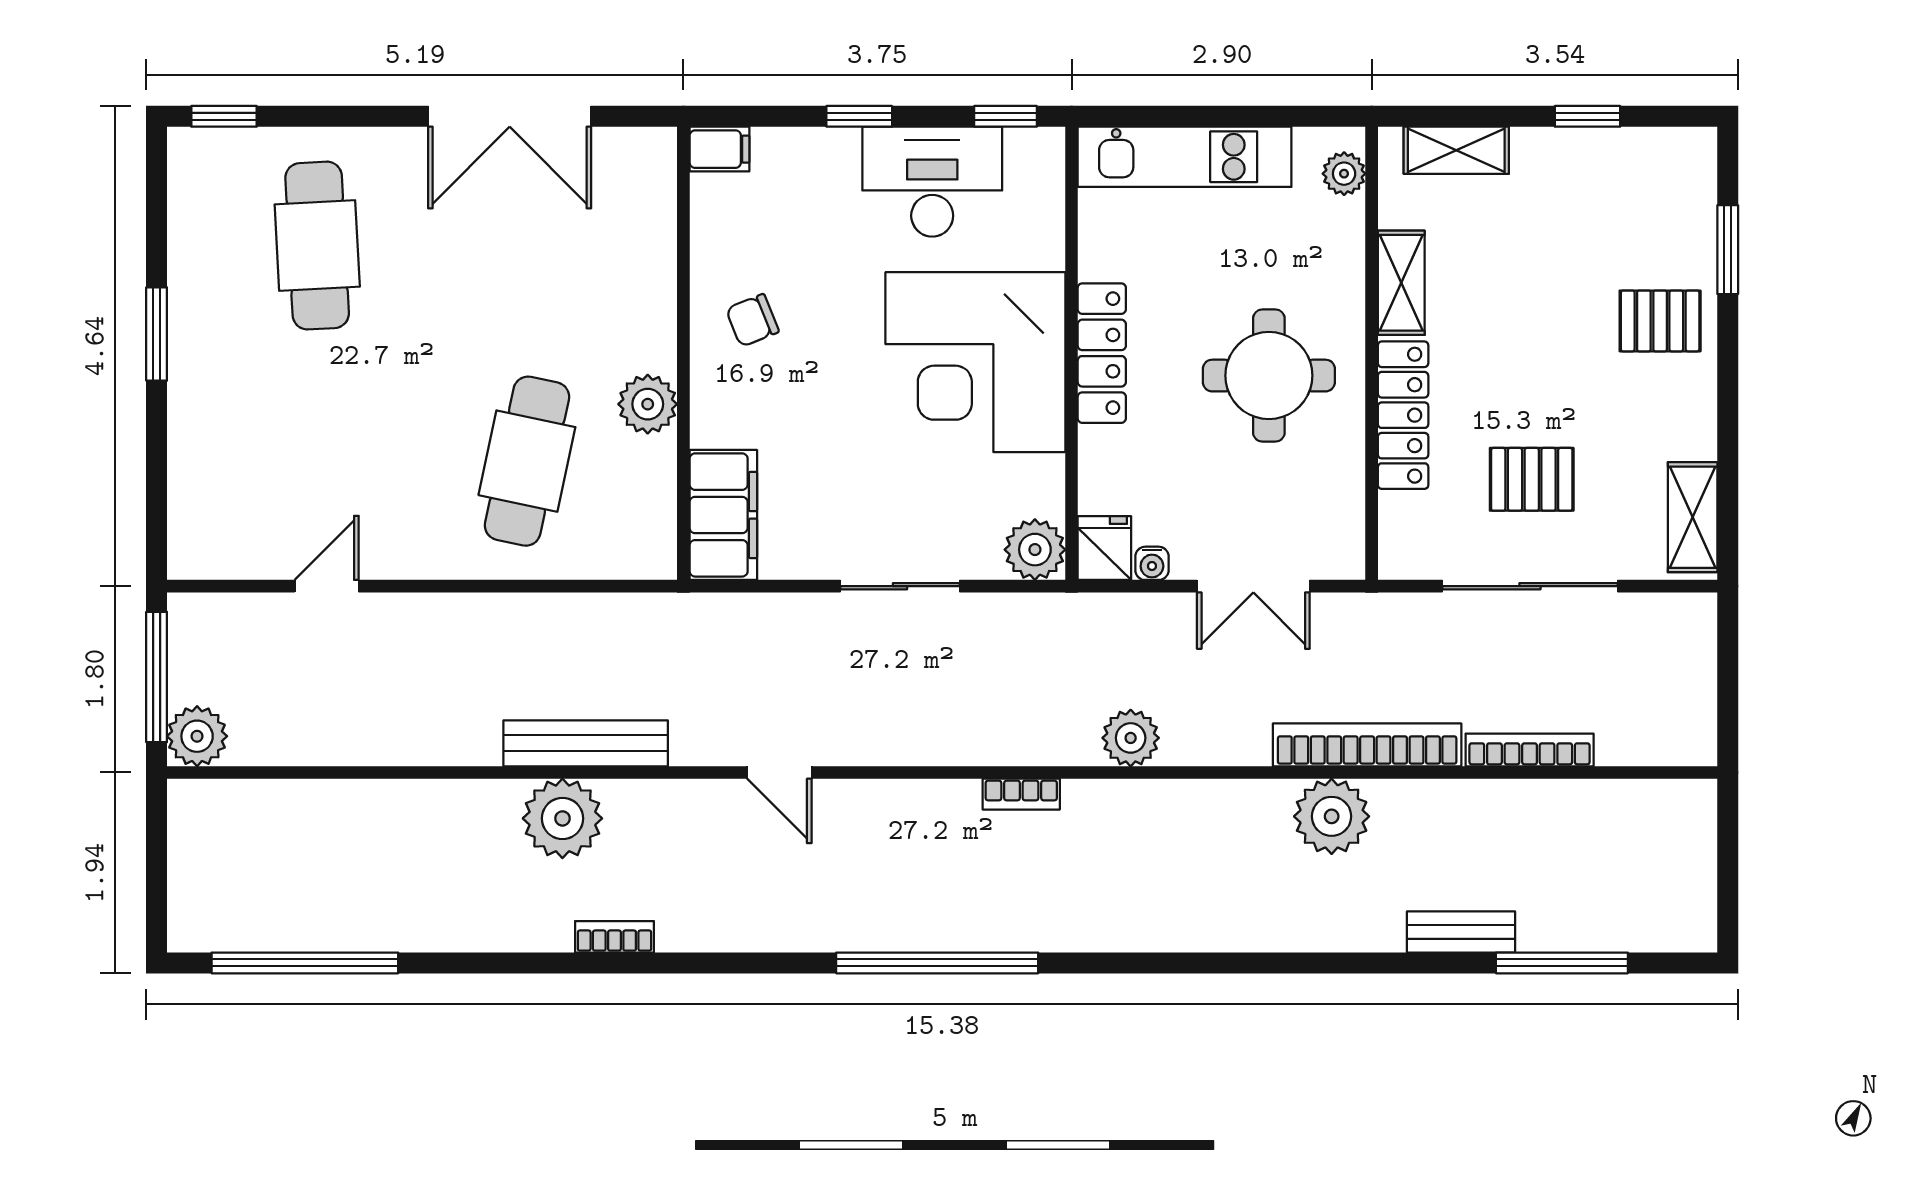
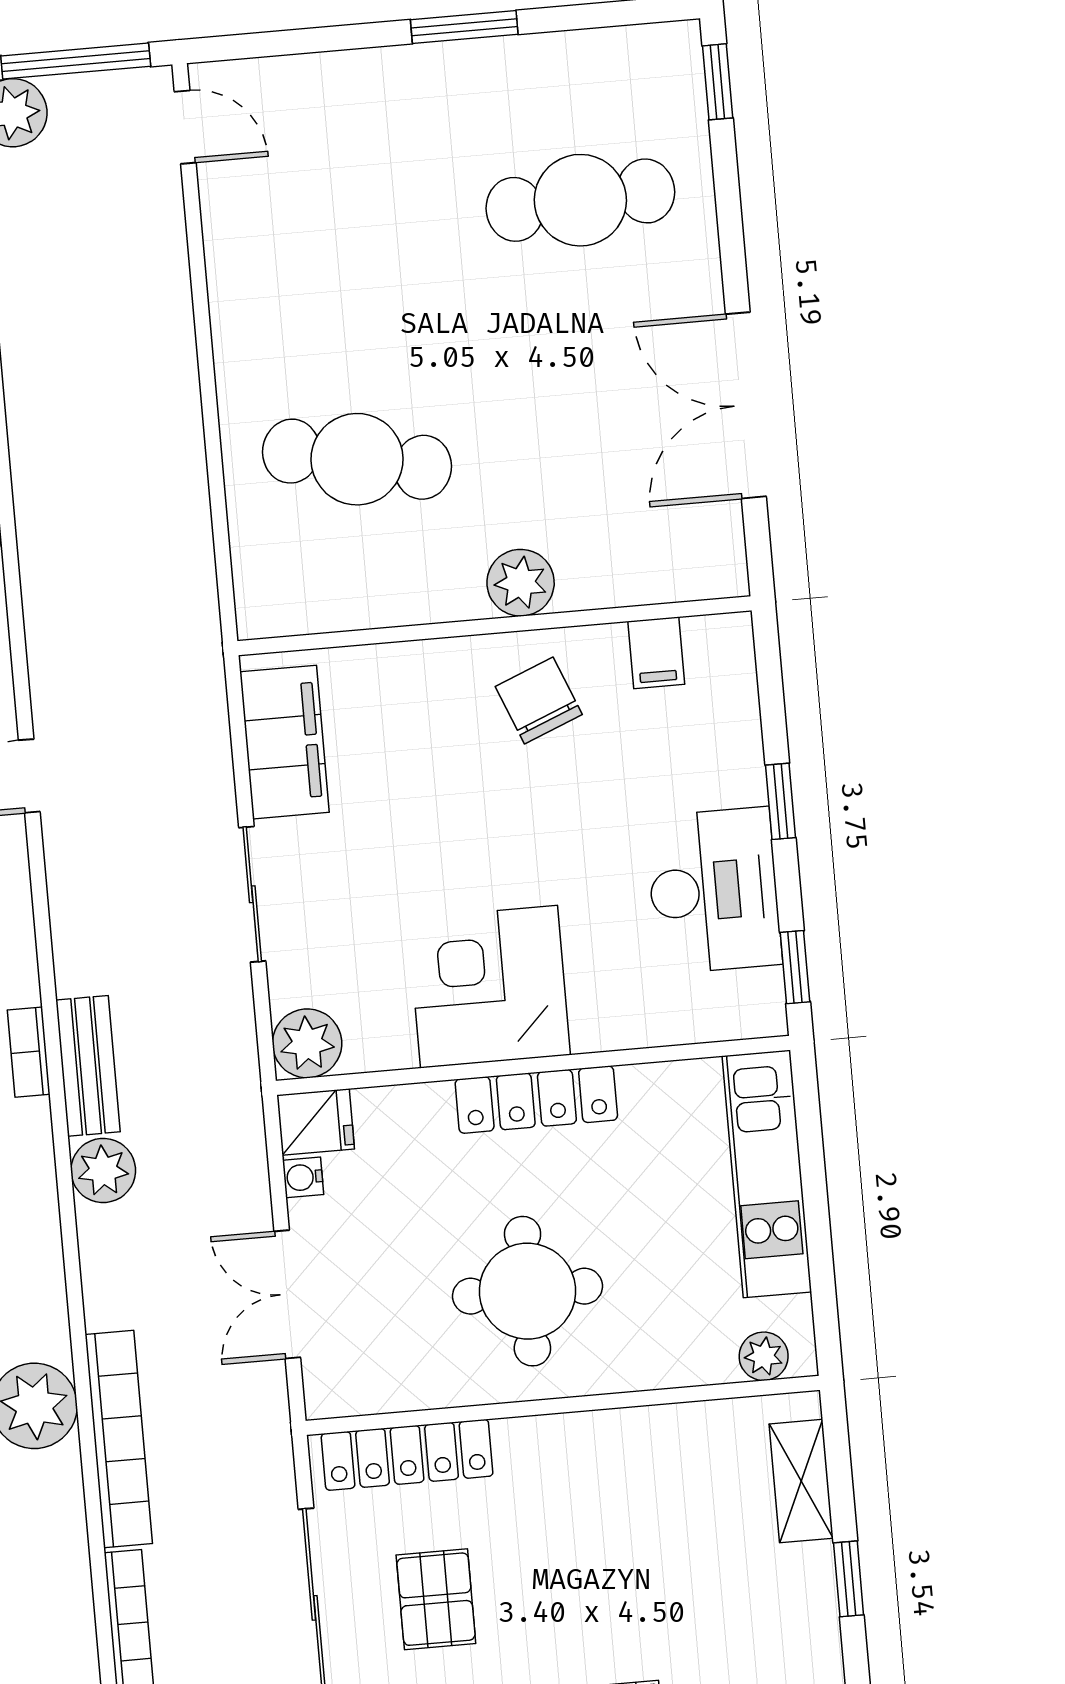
window: (1588, 116) -> (849, 1579), moved
filing cabinet: (719, 149) -> (656, 653), moved
shelving: (1401, 283) -> (646, 1432), removed
chair: (752, 320) -> (539, 701), width x1.37, depth x1.37
corner desk: (975, 362) -> (489, 987), width x0.74, depth x0.74
plant: (648, 404) -> (521, 583), moved
locker: (1403, 415) -> (407, 1455), moved
filing cabinet: (723, 515) -> (285, 742), moved, turned -90
door: (327, 586) -> (185, 127), moved
bench: (586, 743) -> (88, 1066), moved, width x0.73

